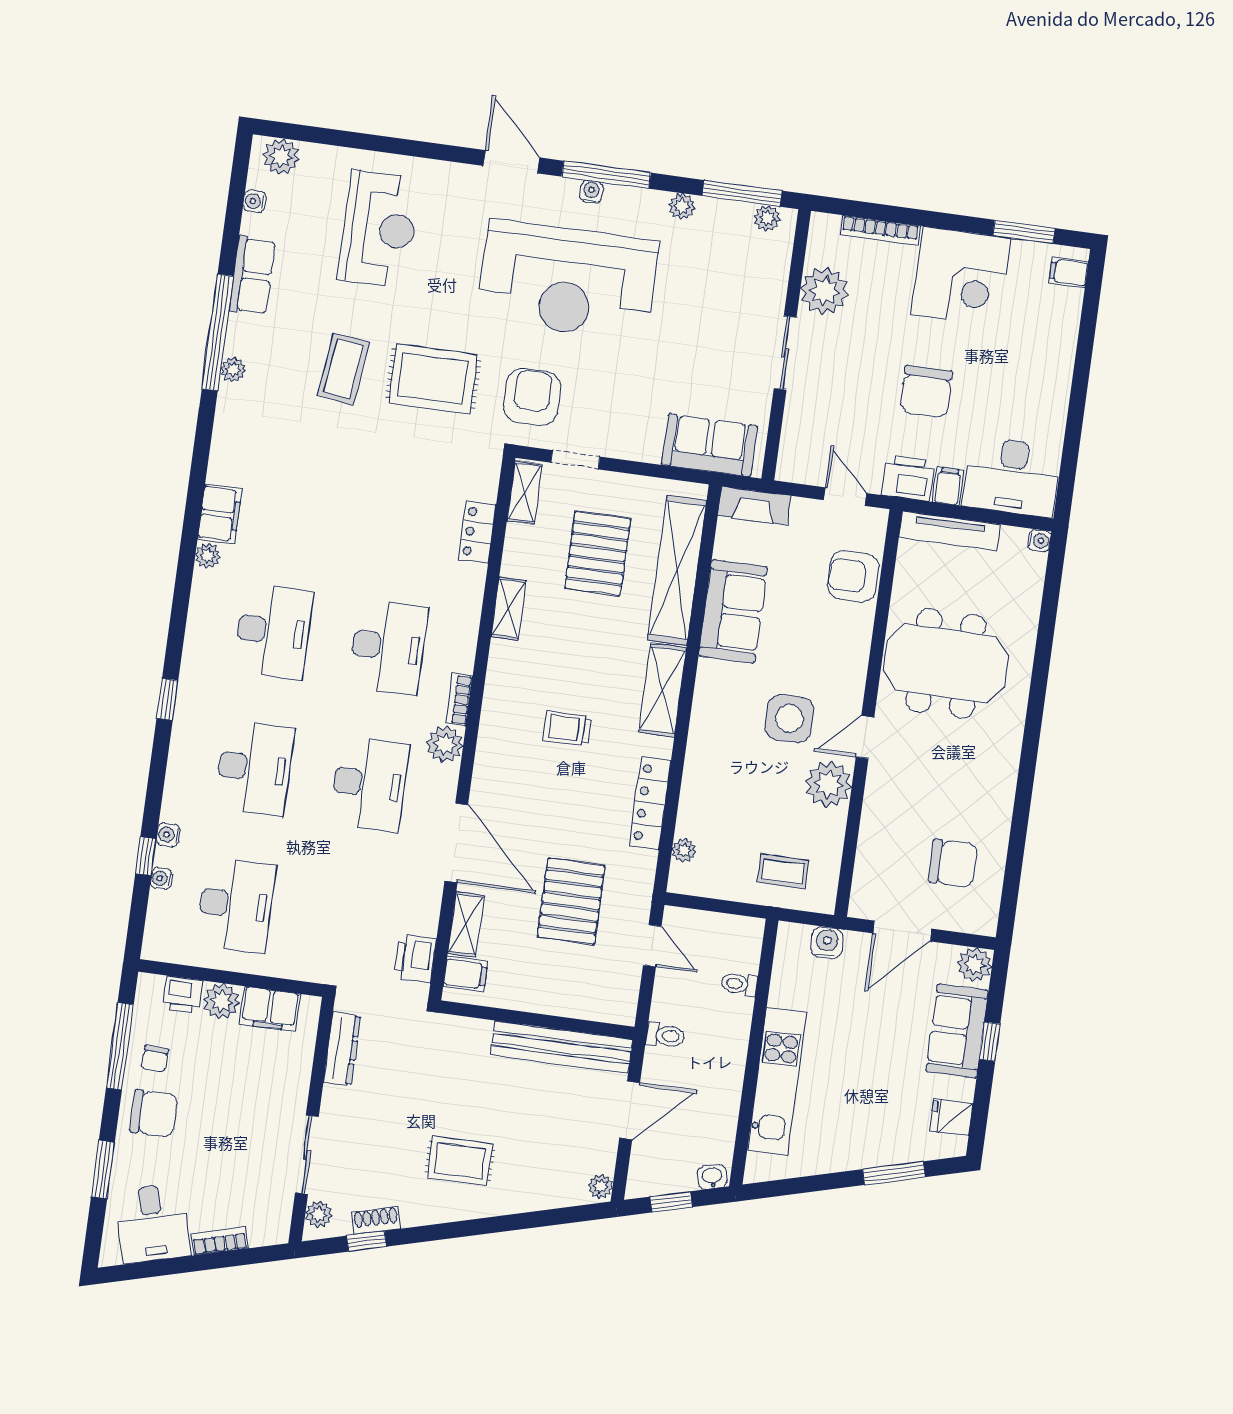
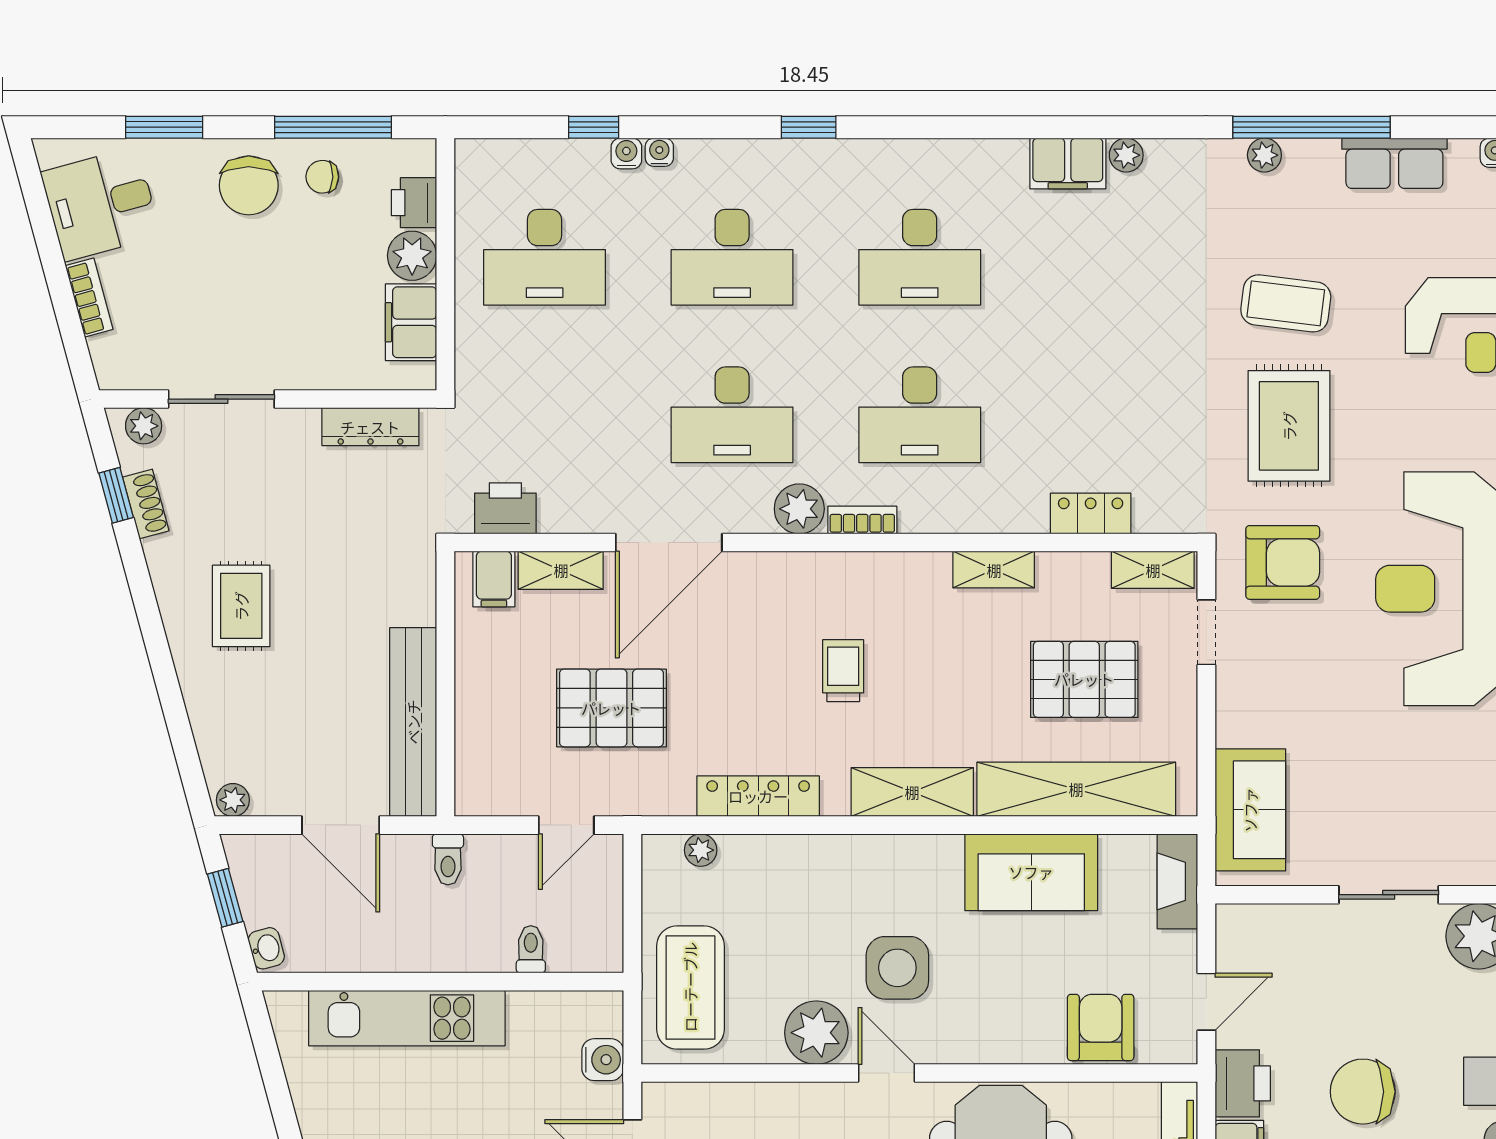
plant: (208, 556) -> (1126, 155), moved
coffee table: (783, 871) -> (690, 987), width x1.86, depth x1.72
water cooler: (161, 879) -> (659, 152), moved

